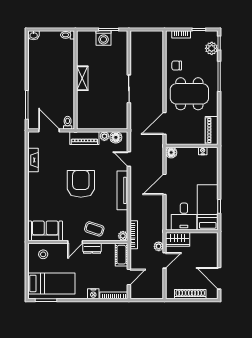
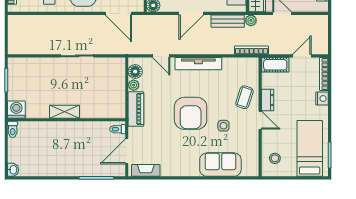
washing machine: (103, 38) -> (16, 110), moved, turned -90
door: (129, 159) -> (161, 56), hinge flipped
fireplace: (33, 160) -> (146, 170), moved
armchair: (81, 184) -> (191, 113), turned -90
door: (165, 184) -> (191, 13), hinge flipped
side table: (70, 211) -> (223, 126), added
bench: (158, 215) -> (228, 21), added
sofa: (45, 231) -> (220, 165), moved, turned 90
plant: (123, 236) -> (253, 63), removed
plant: (159, 246) -> (251, 20), moved
door: (129, 277) -> (302, 56), hinge flipped

